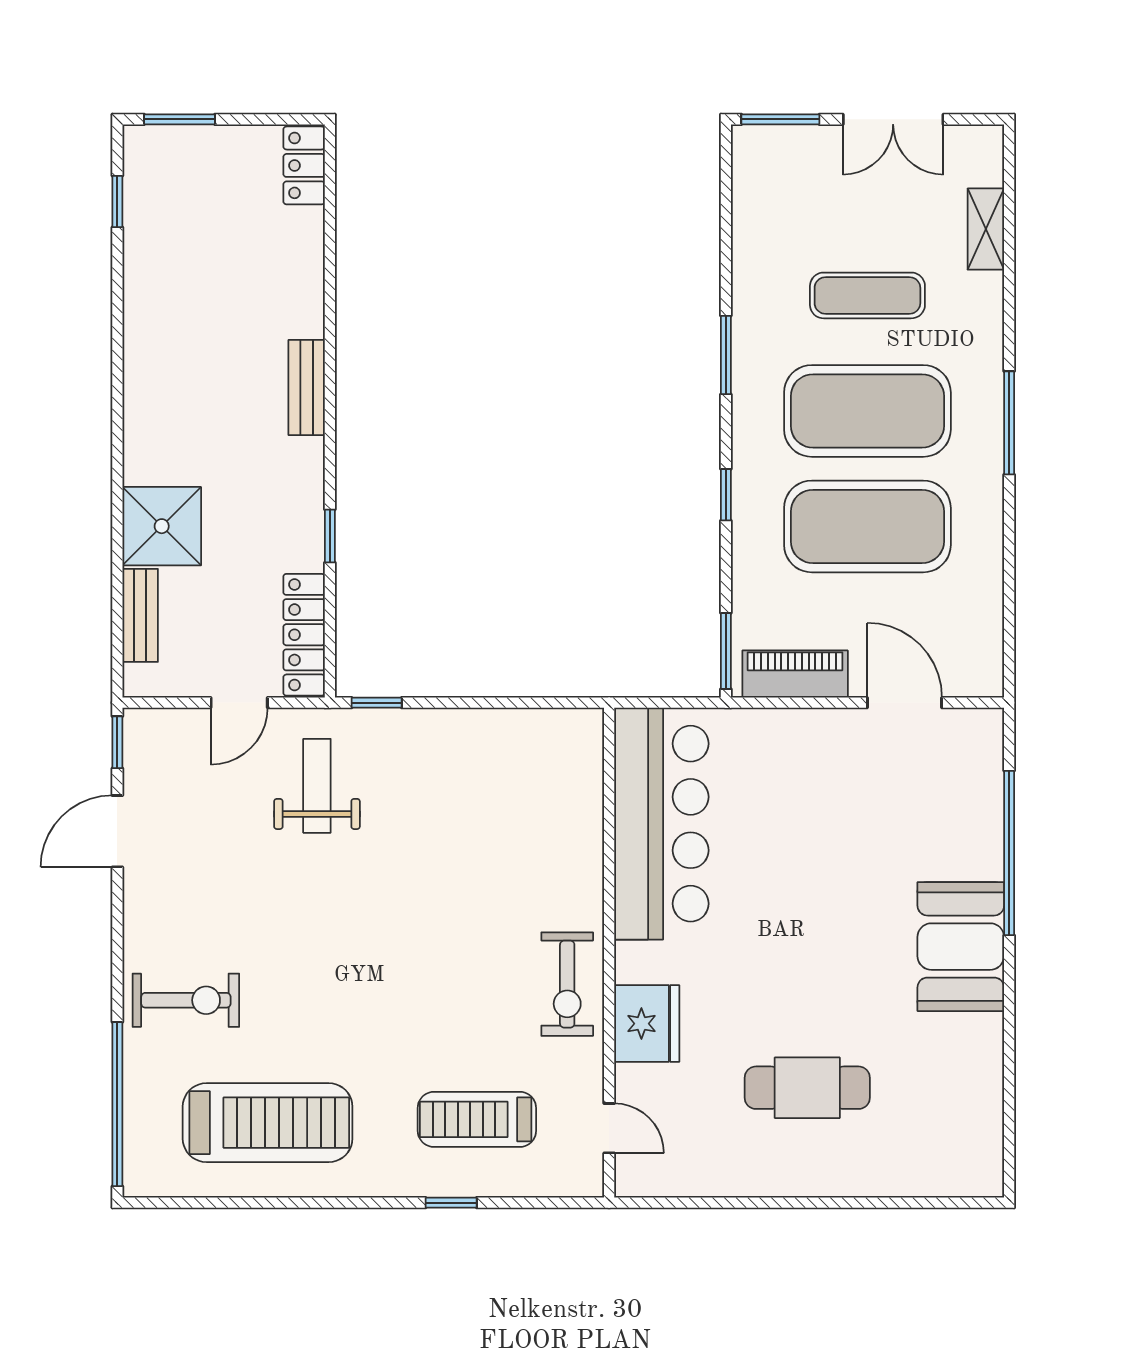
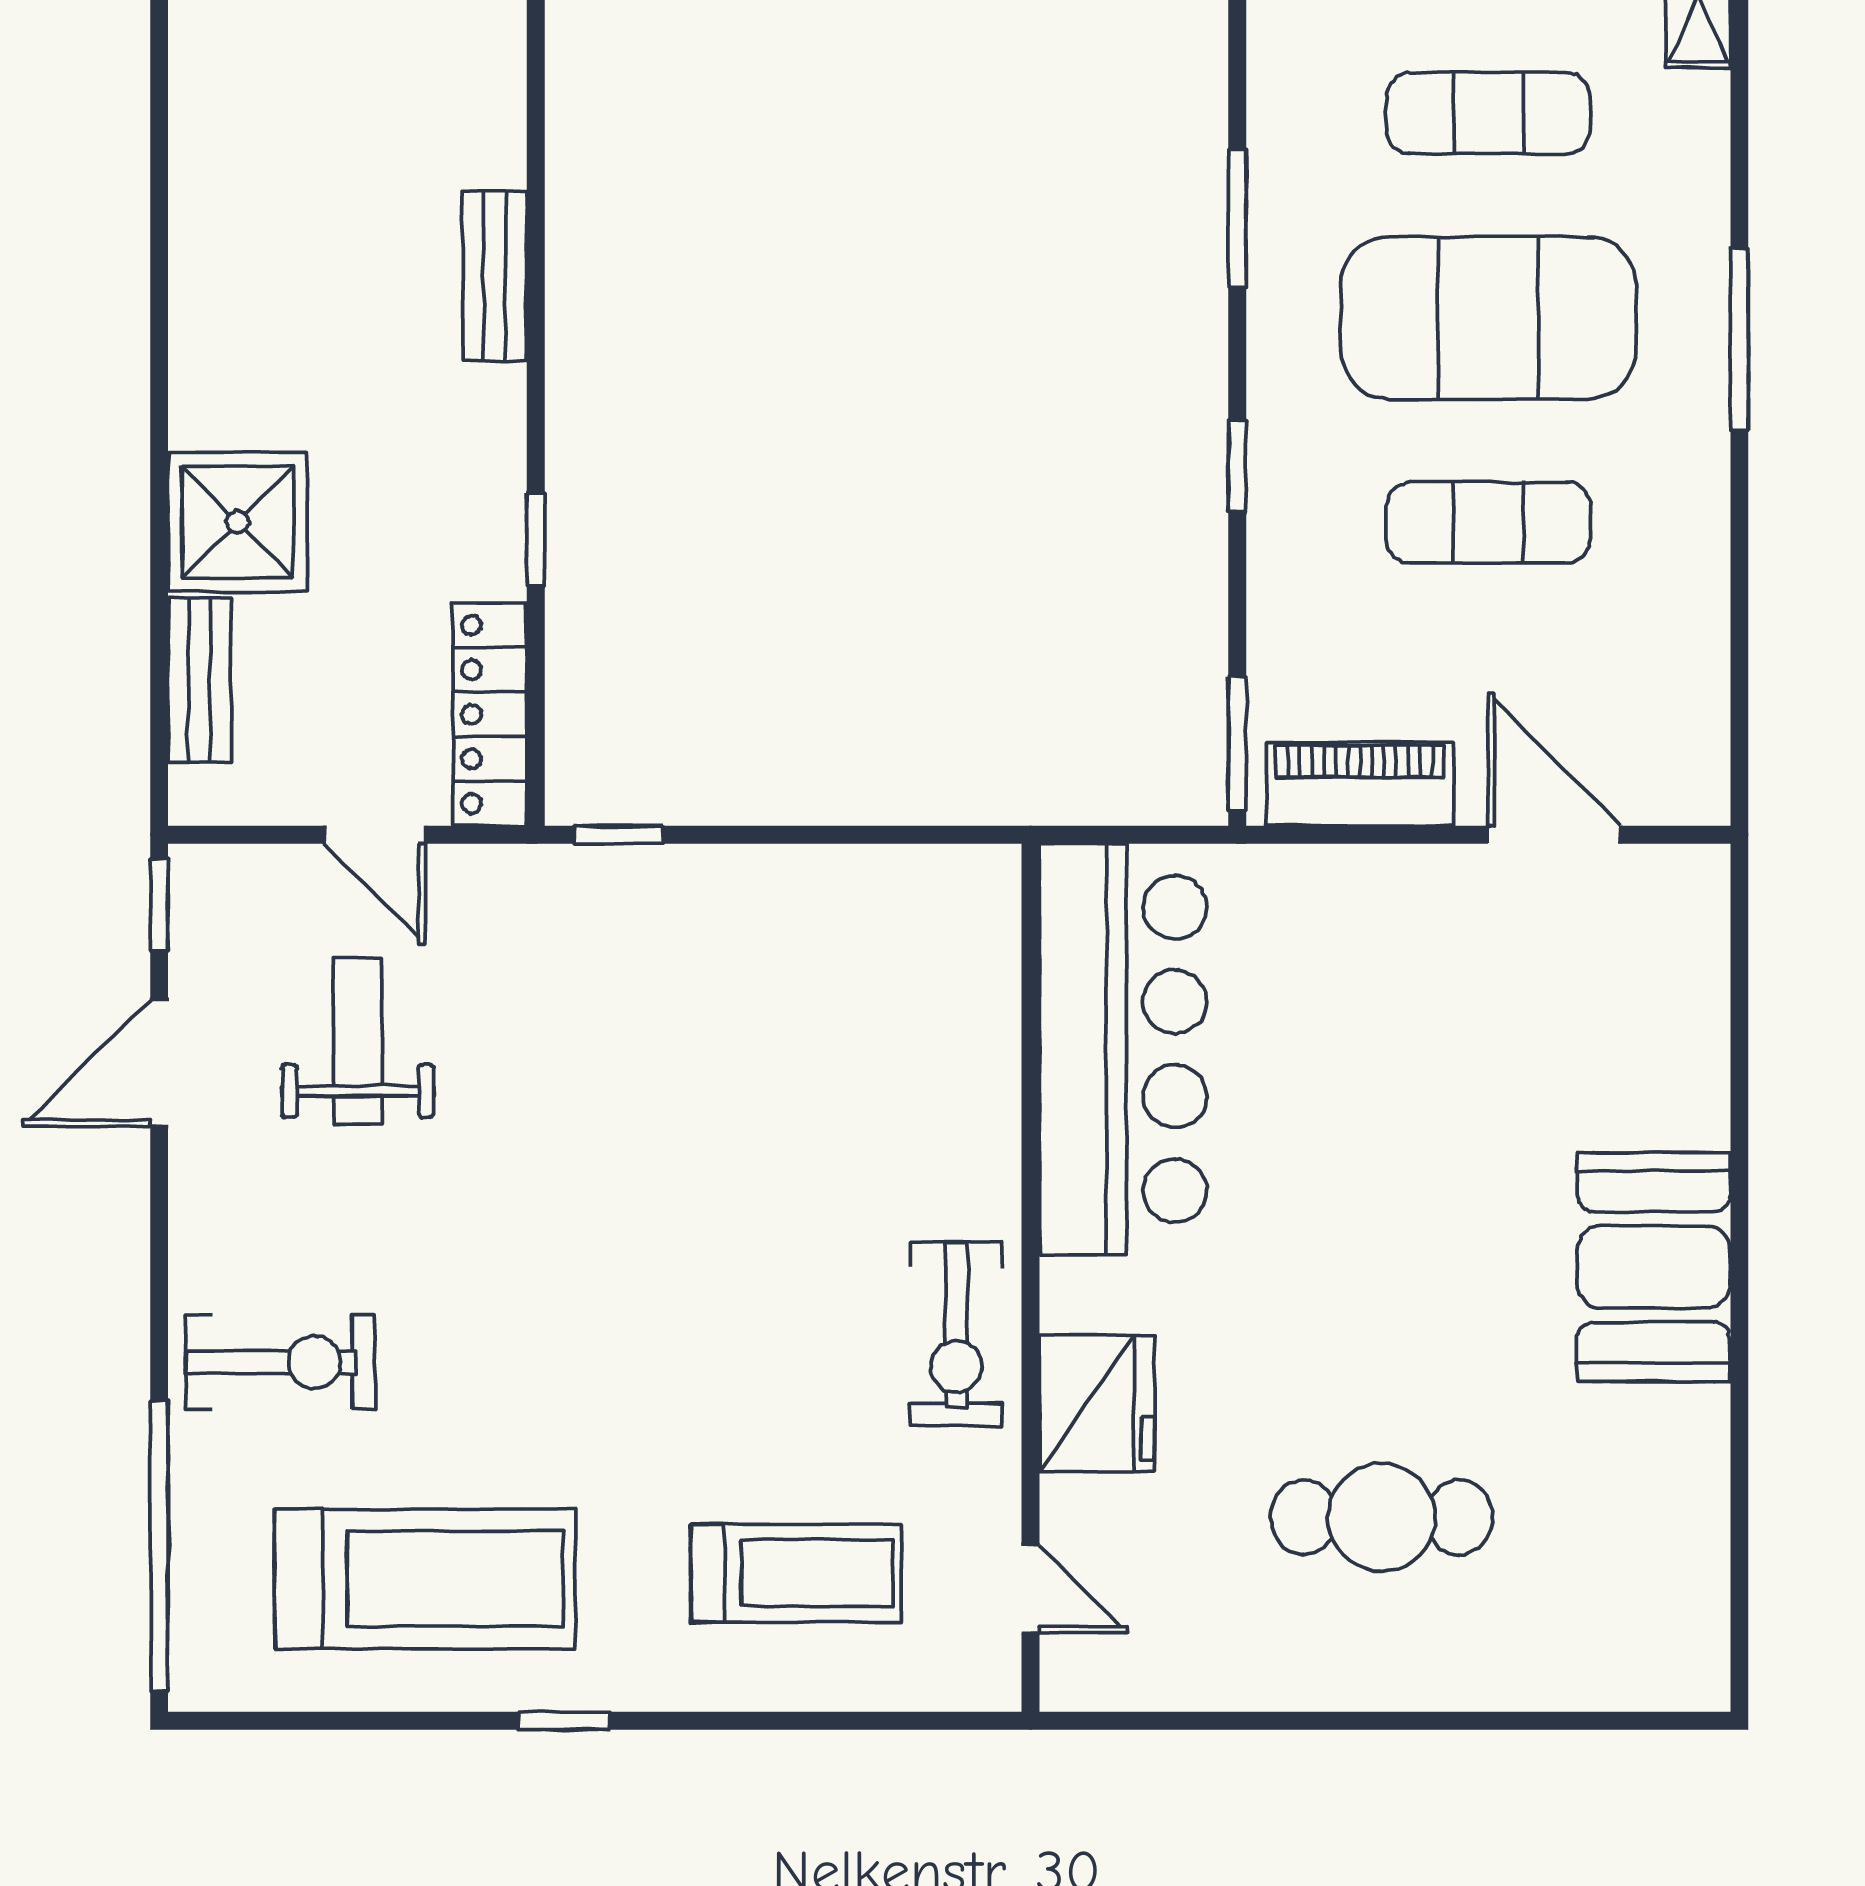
exercise mat: (867, 526) -> (1488, 522), width x0.50, depth x0.69
door: (239, 703) -> (375, 835), hinge flipped
weight bench: (317, 786) -> (358, 1041), moved
window: (1009, 853) -> (1739, 1101), removed
treadmill: (477, 1119) -> (796, 1573), turned 180
window: (451, 1203) -> (564, 1721), moved

